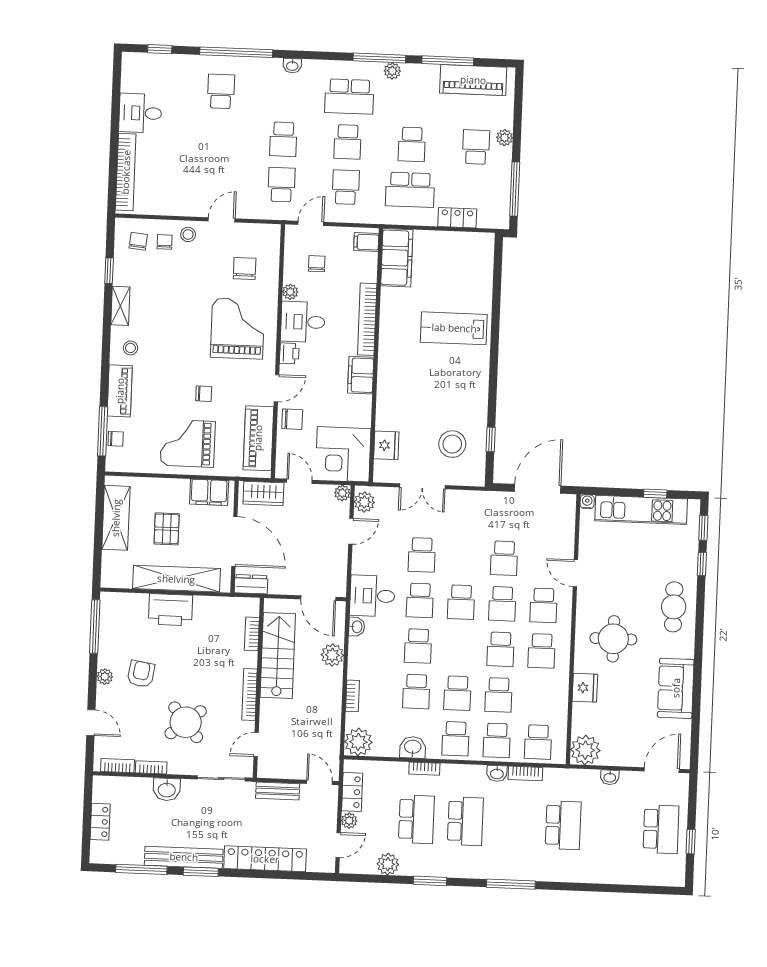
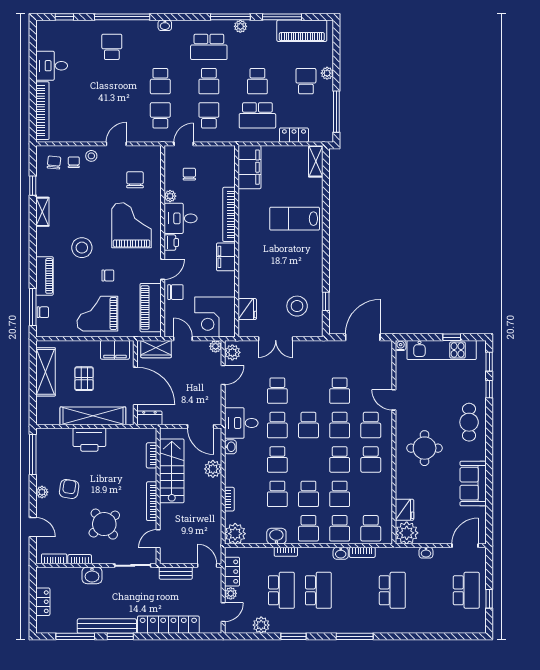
filing cabinet: (366, 242) -> (226, 156), removed
shelving: (485, 253) -> (316, 161), added
stool: (130, 348) -> (82, 248), moved, width x1.89, depth x1.89
fridge: (585, 688) -> (404, 510), moved

